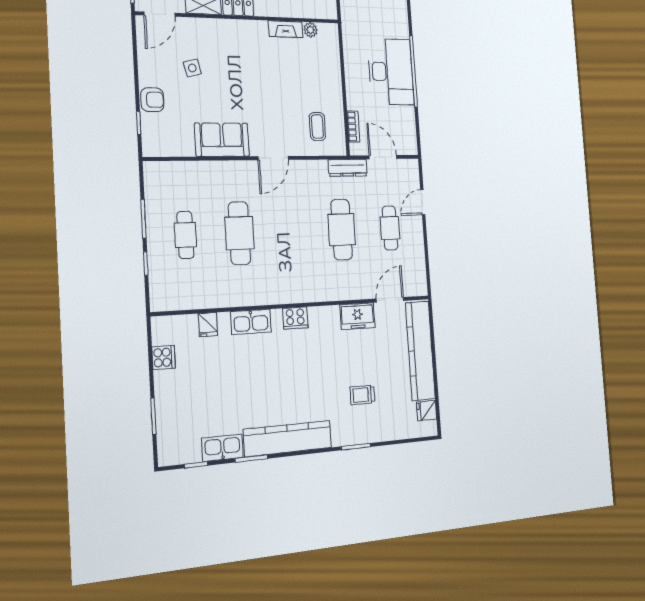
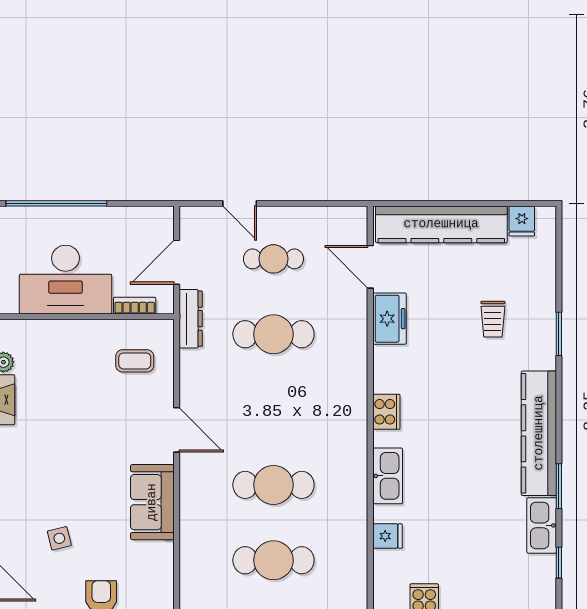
desk: (391, 72) -> (66, 280), moved, turned 180
cafe table: (185, 235) -> (273, 560), width x1.37, depth x1.35

